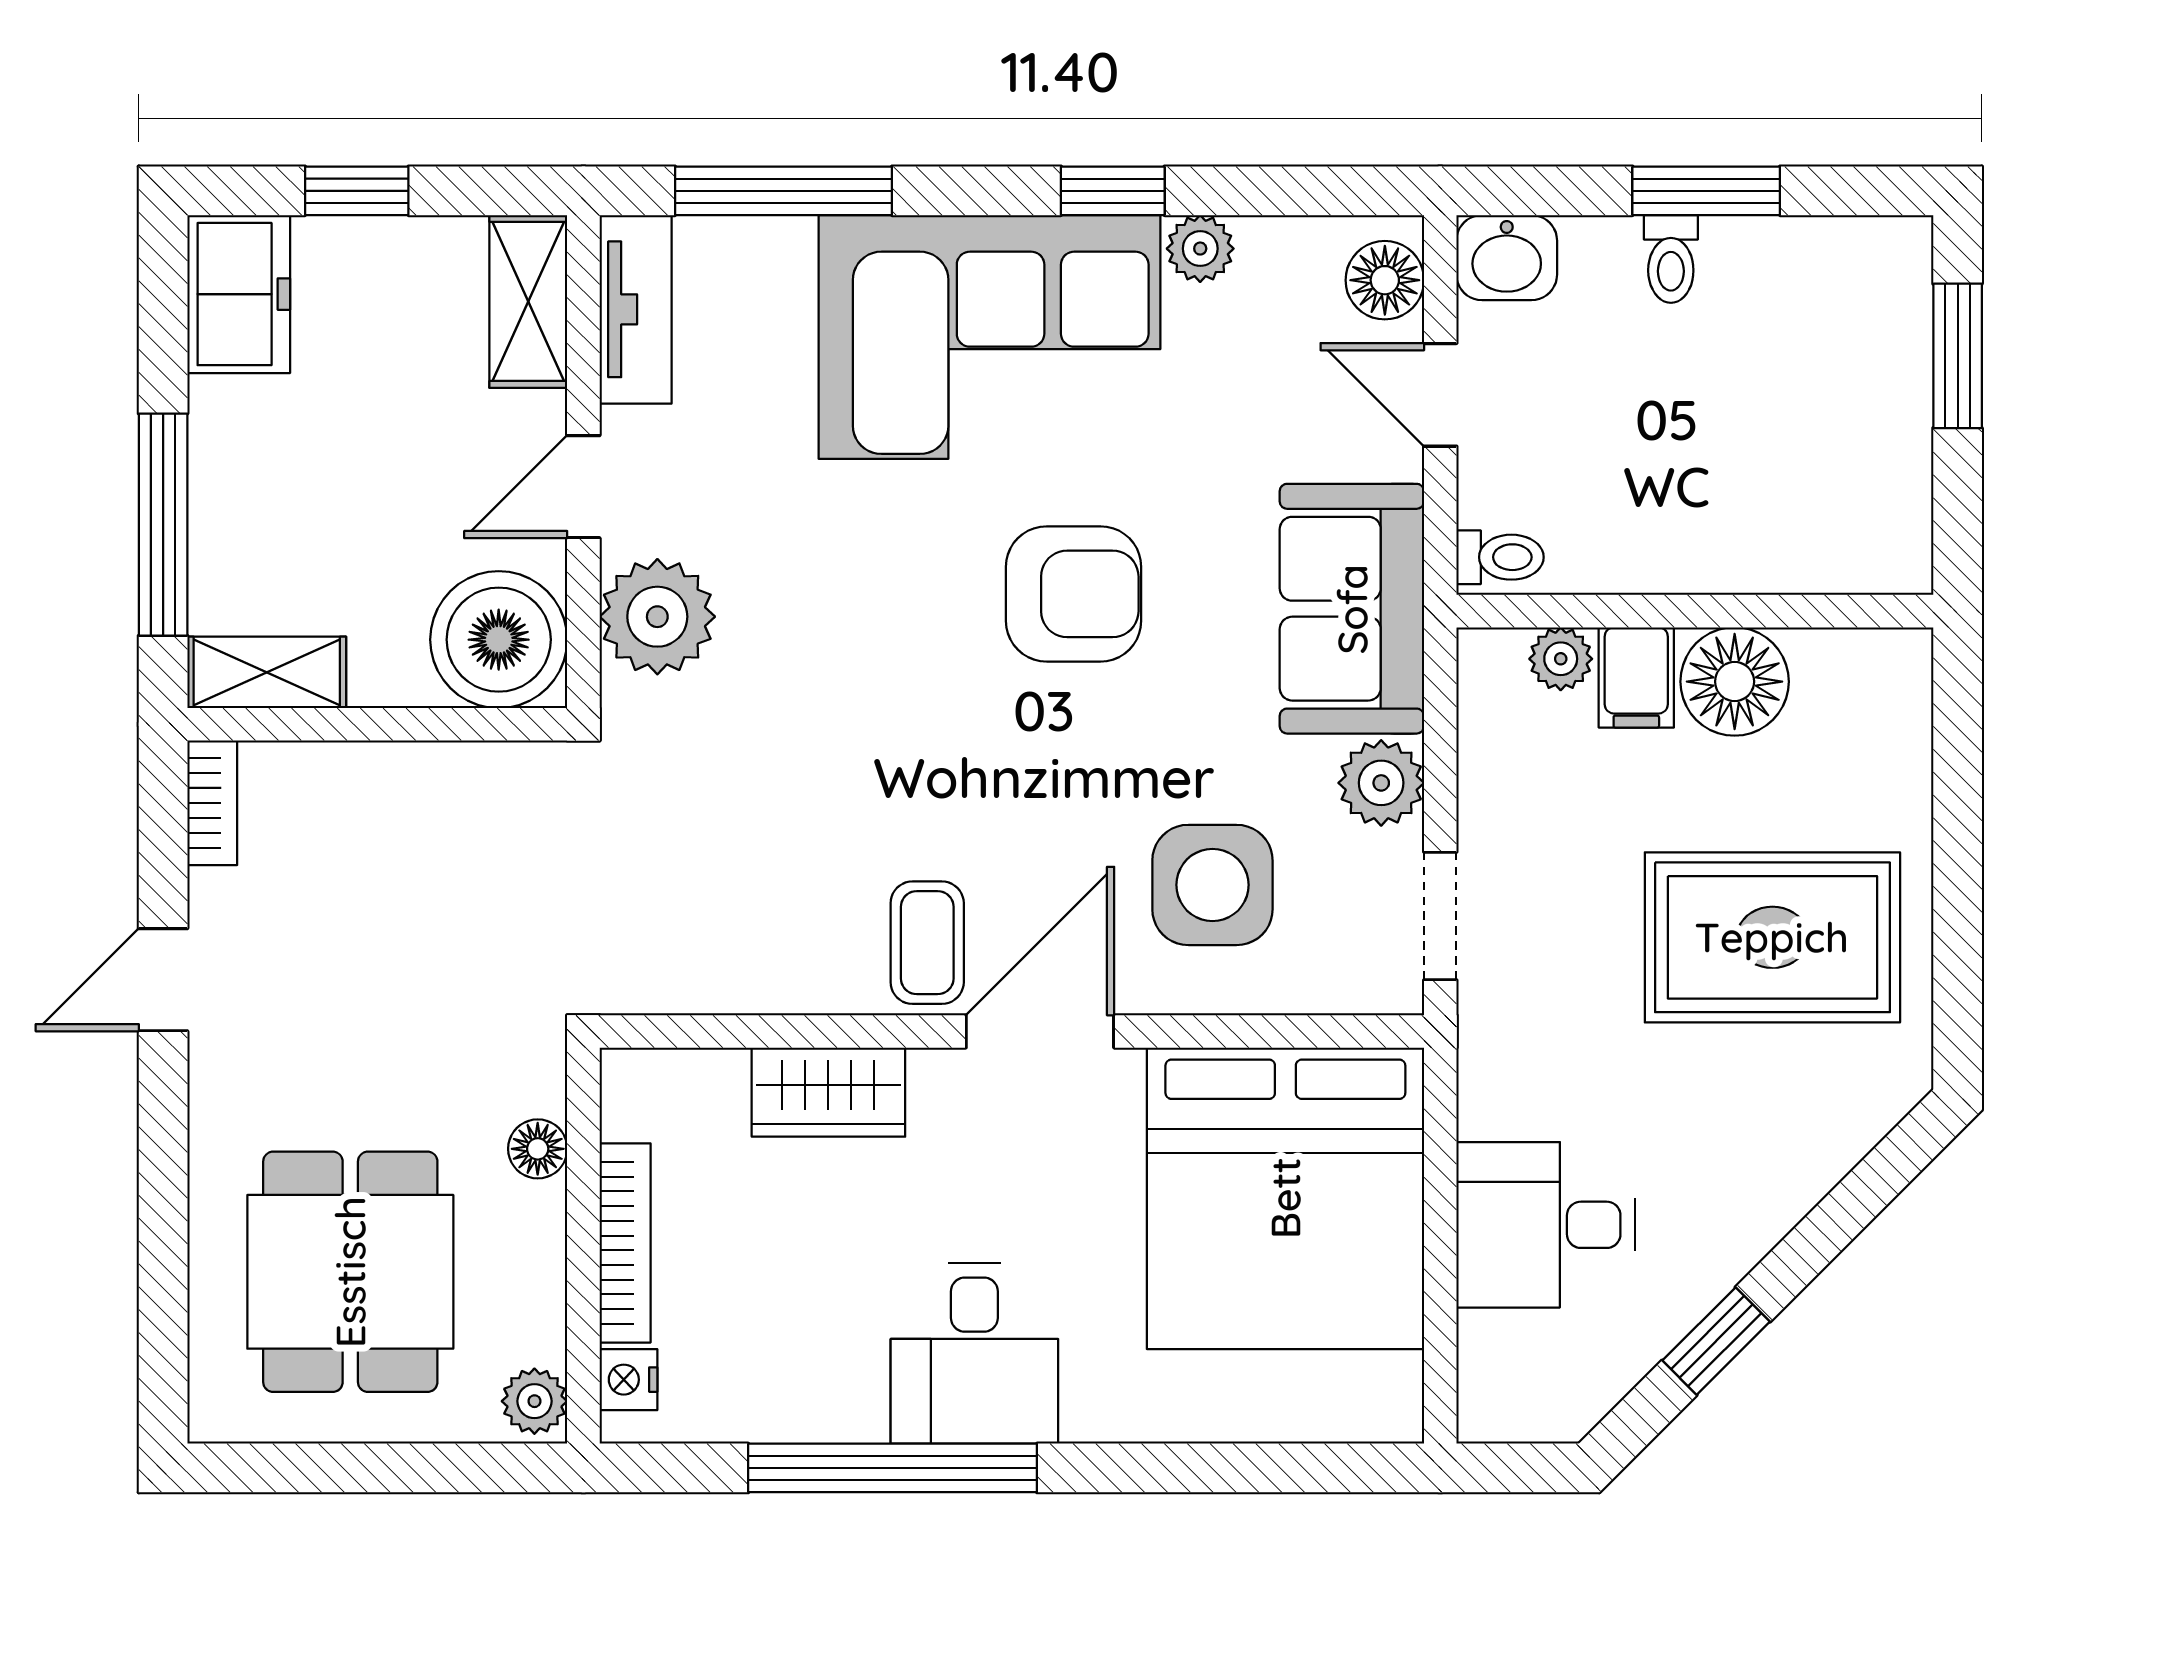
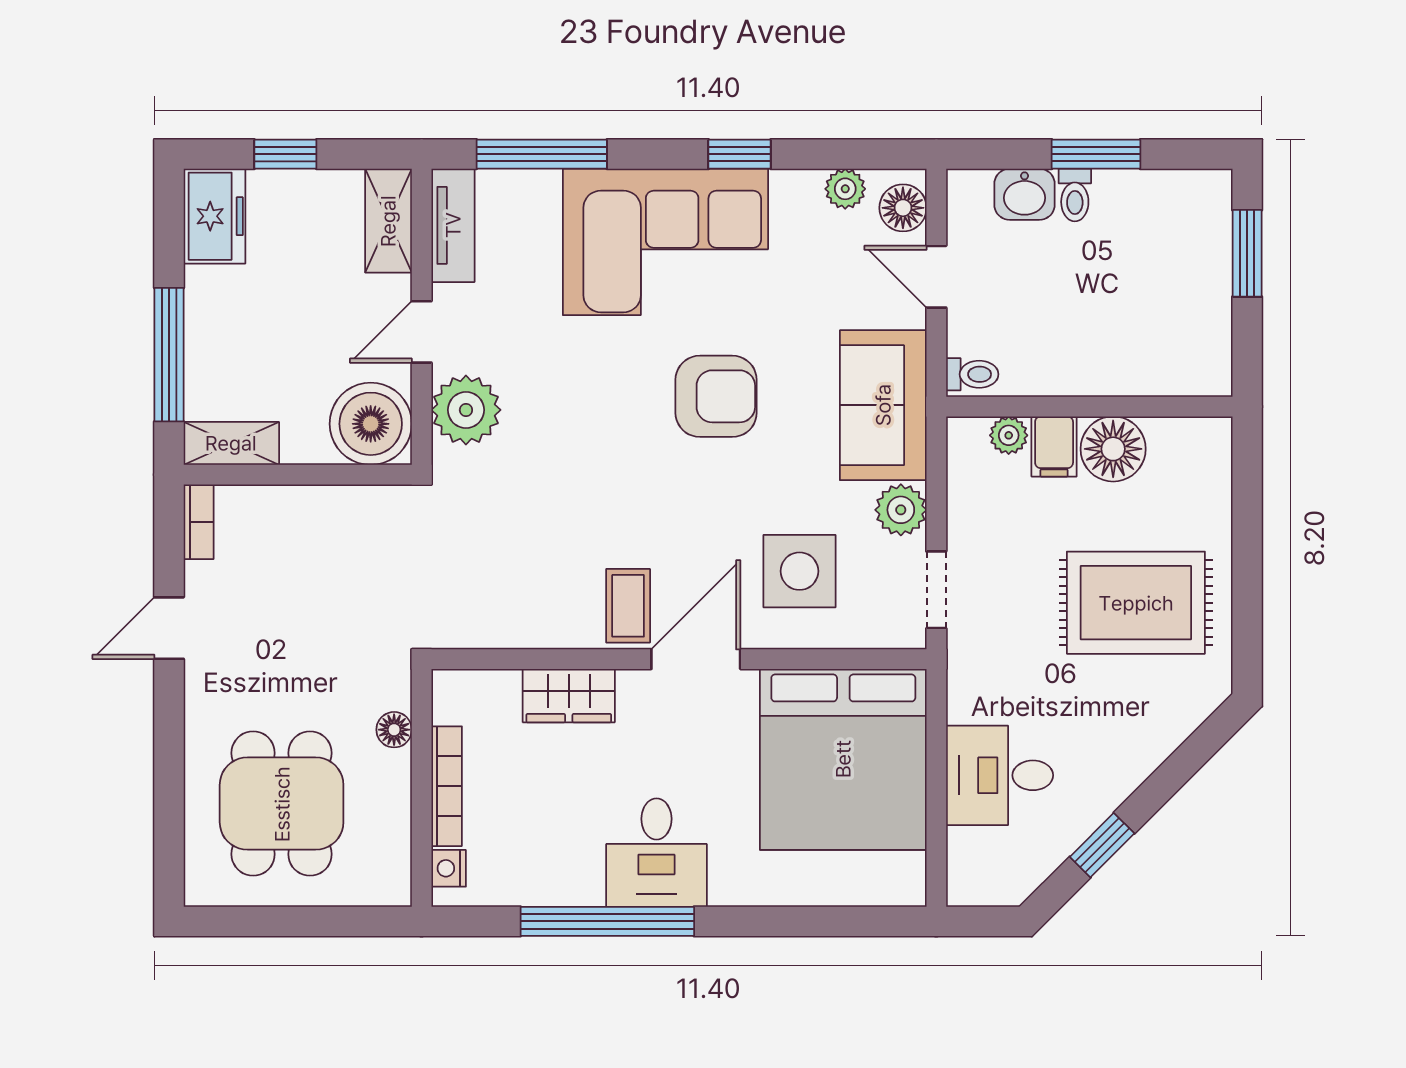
plant: (1200, 249) -> (845, 189), moved
washbasin: (1507, 258) -> (1025, 194), moved
plant: (534, 1401) -> (392, 881), removed

